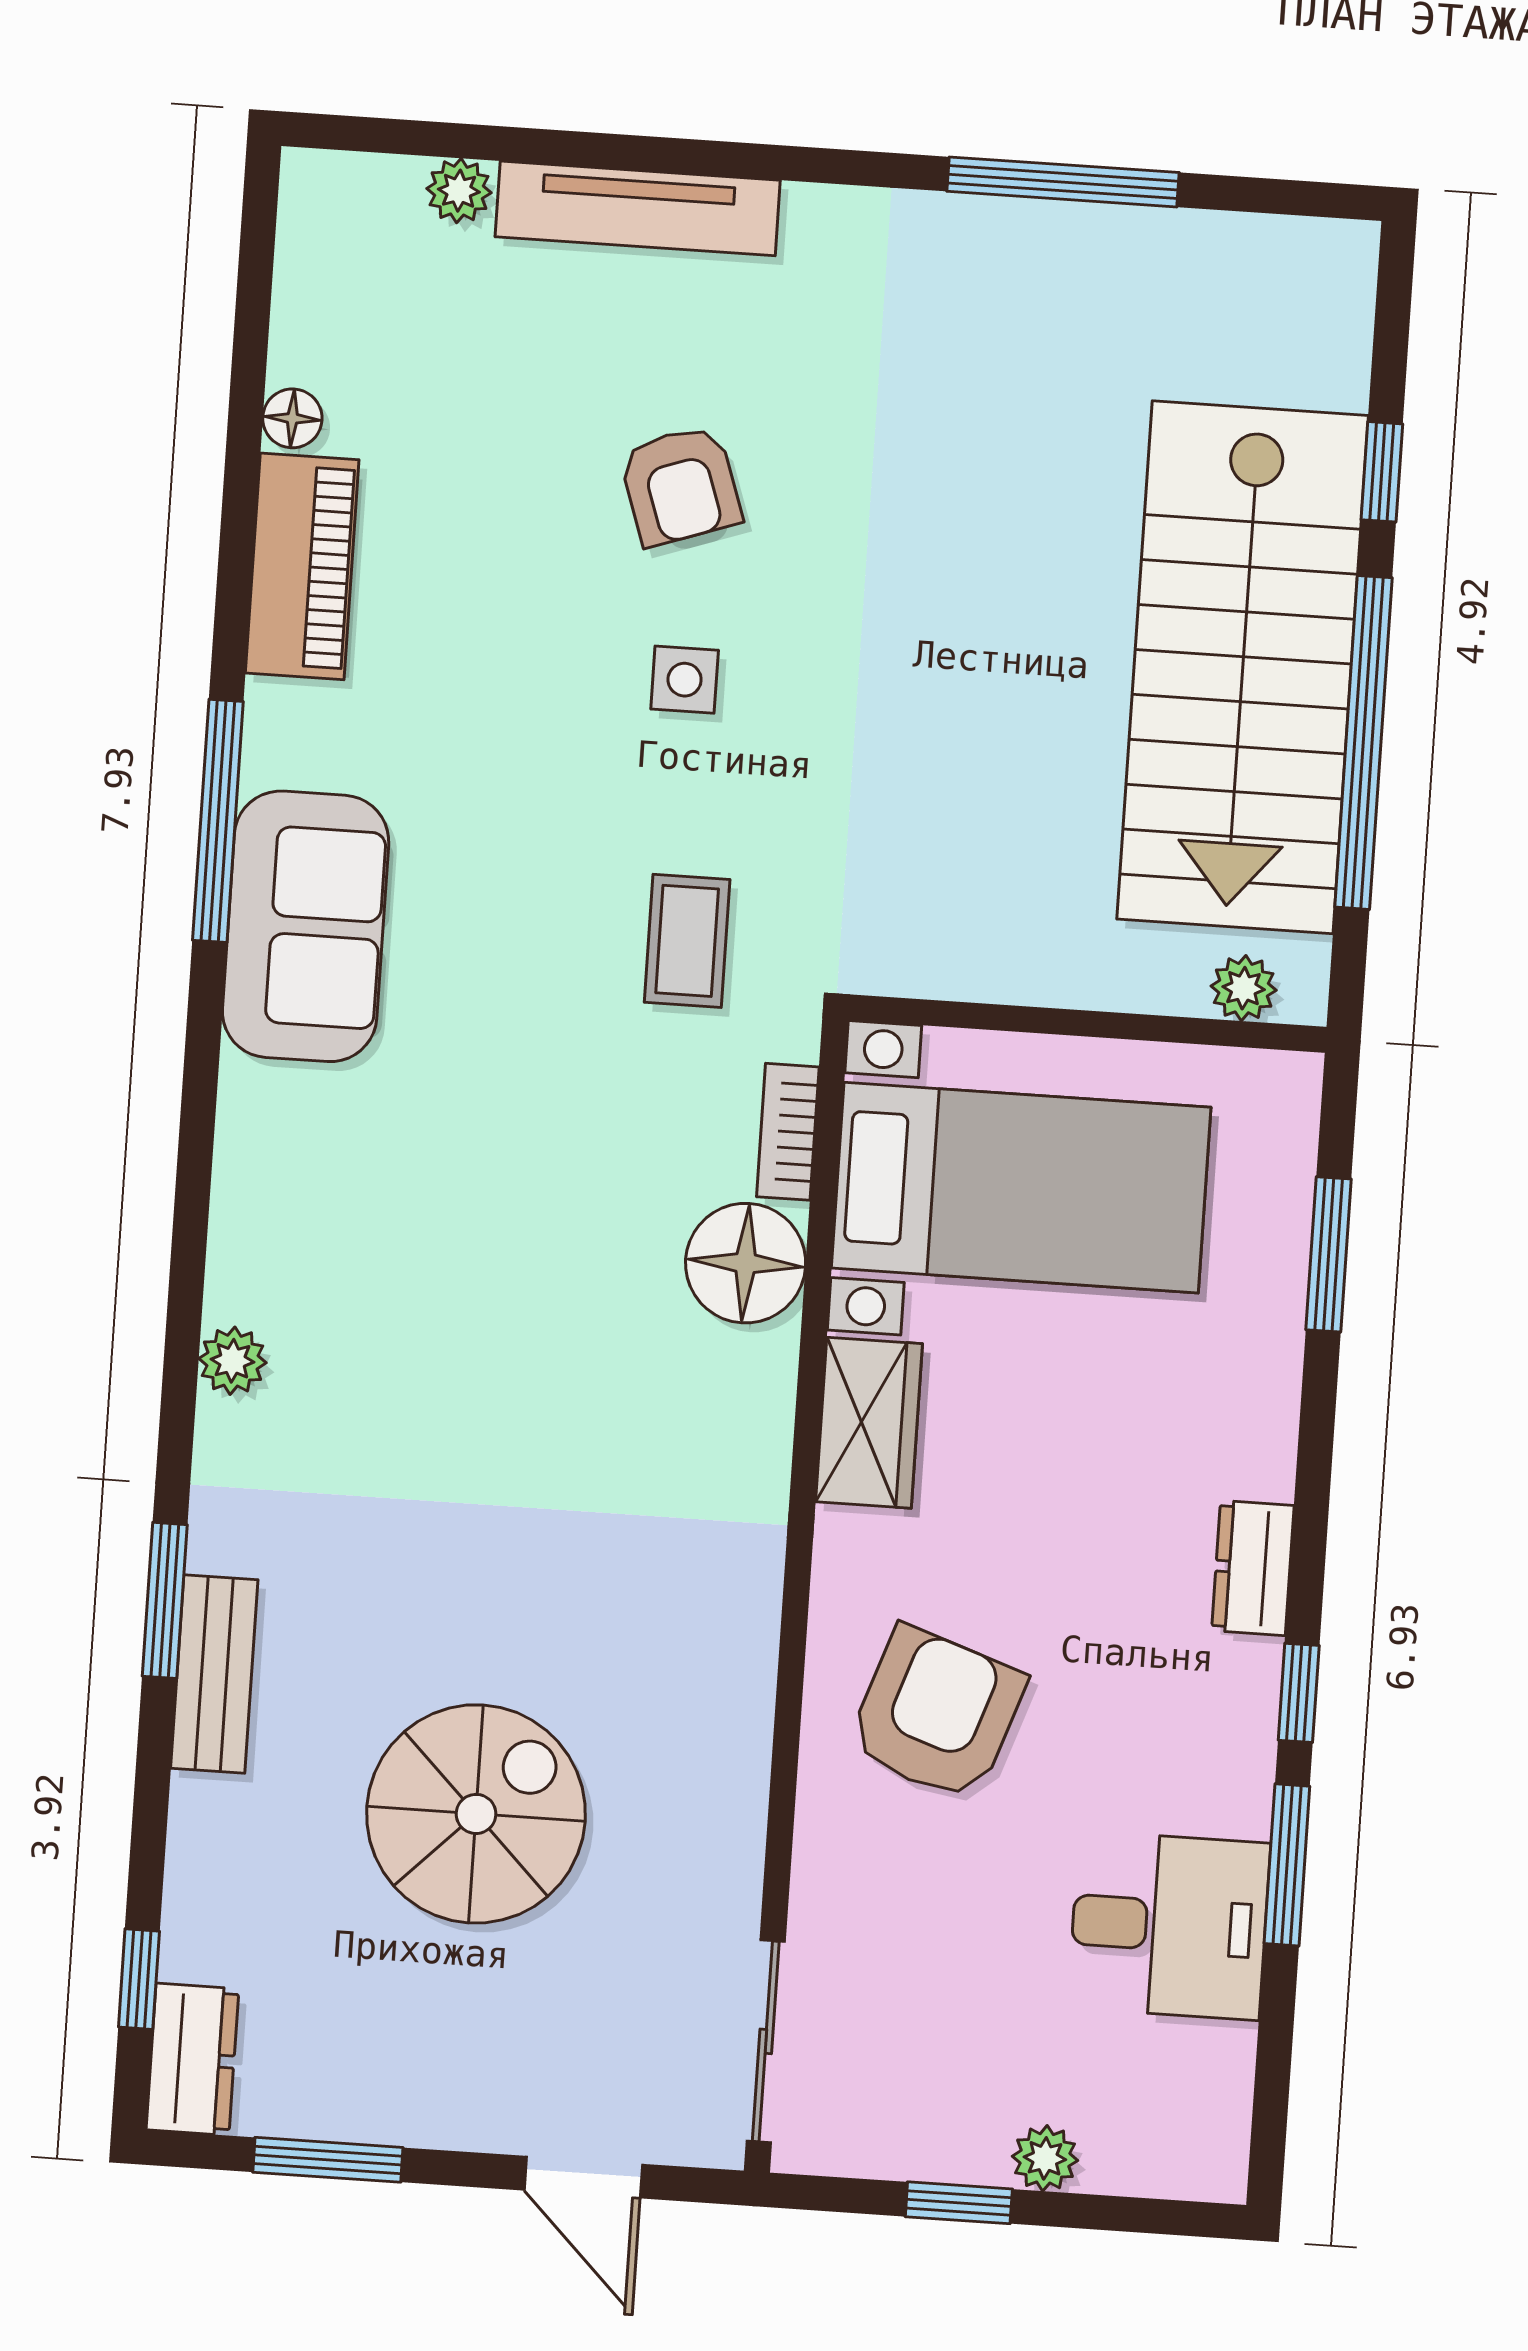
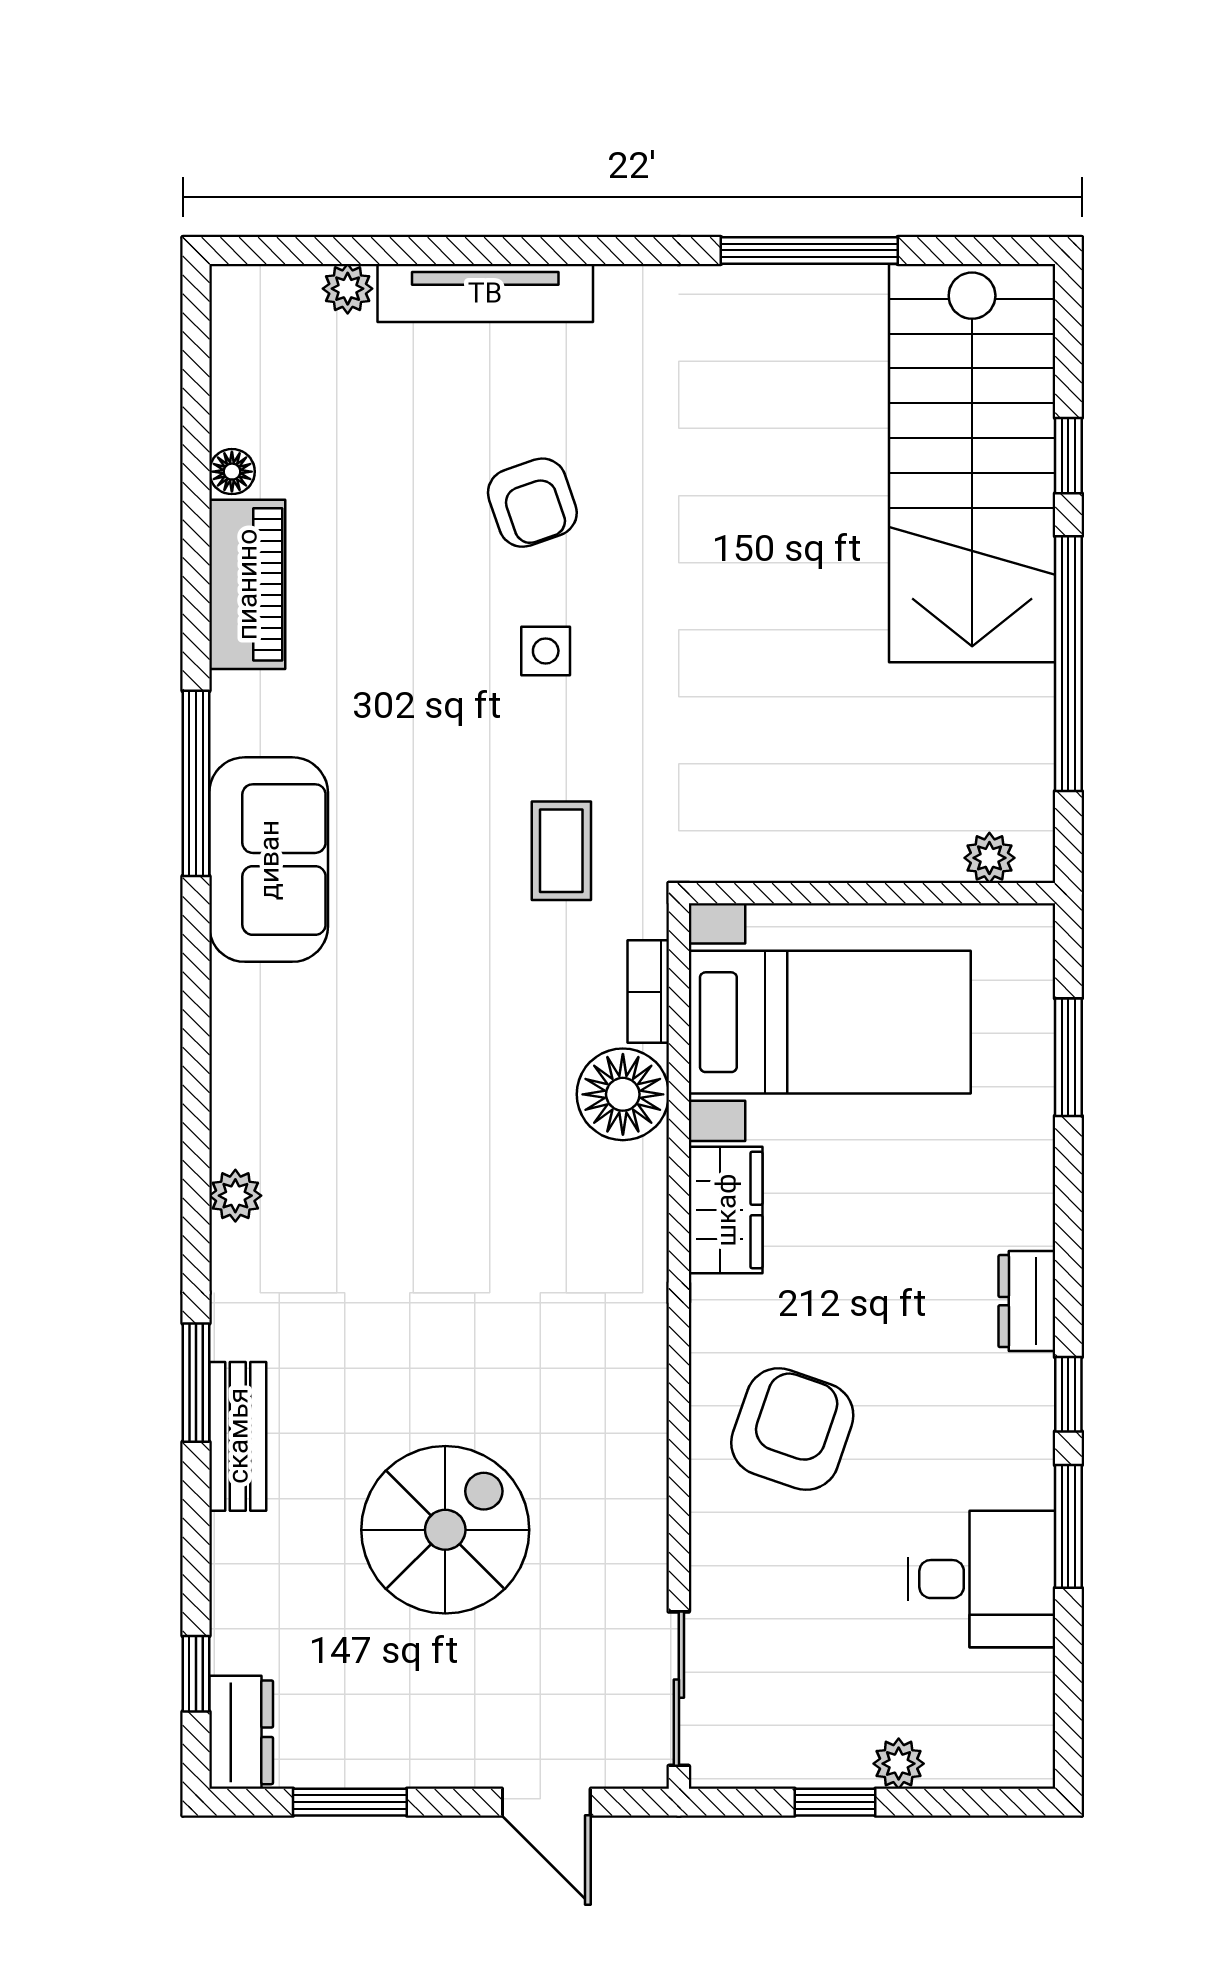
stairs: (1243, 667) -> (972, 463), moved

